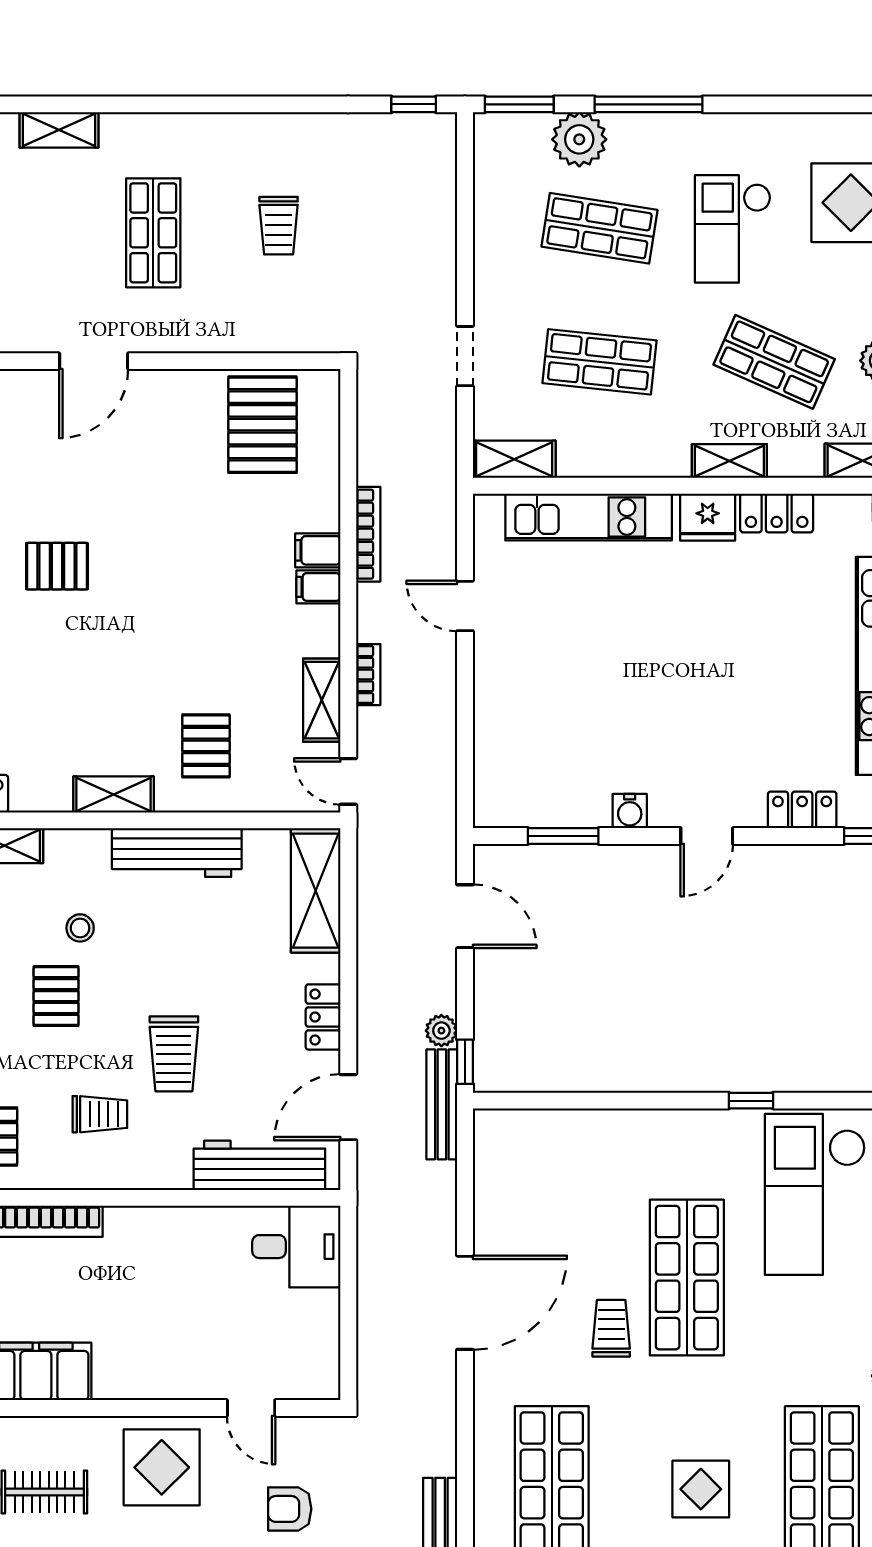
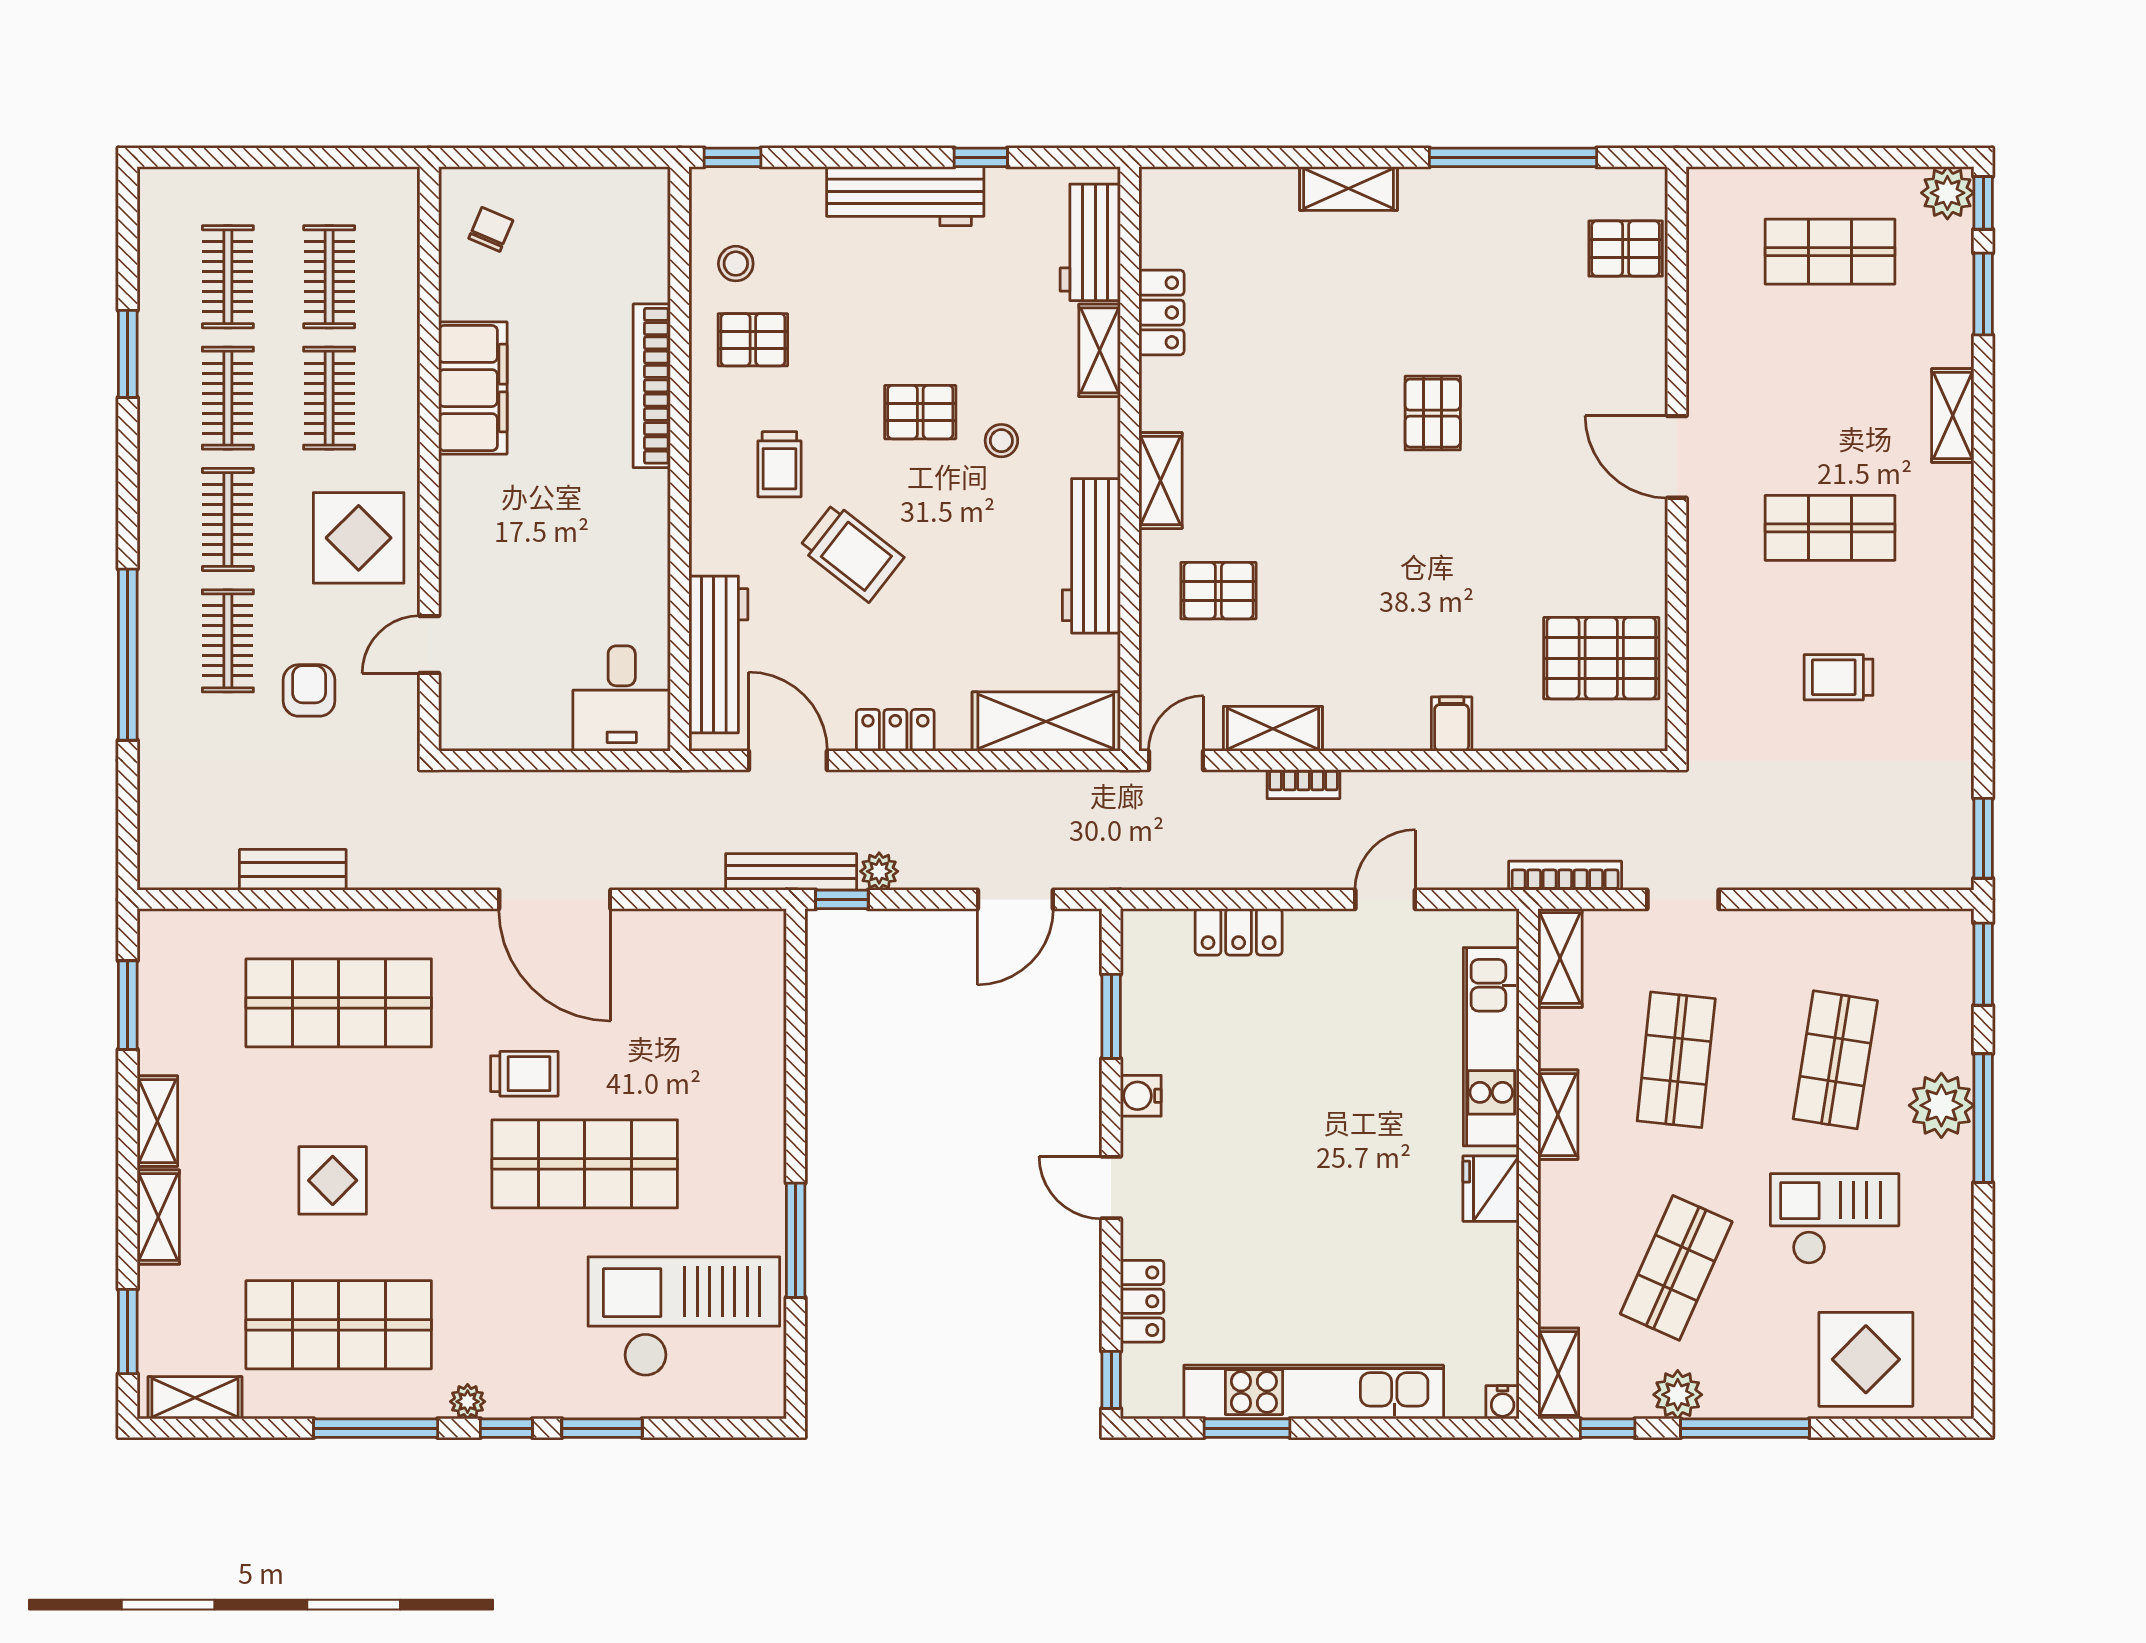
window: (414, 104) -> (1983, 838), width x1.50
plant: (579, 139) -> (1941, 1105), moved
shelving: (729, 461) -> (1558, 1115), moved
locker: (777, 513) -> (1239, 932), moved, turned -90
bookcase: (368, 534) -> (1565, 876), moved, turned 180
filing cabinet: (318, 587) -> (1408, 725), removed
trolley: (174, 1054) -> (851, 553), turned -142
window: (751, 1101) -> (796, 1240), width x2.17

